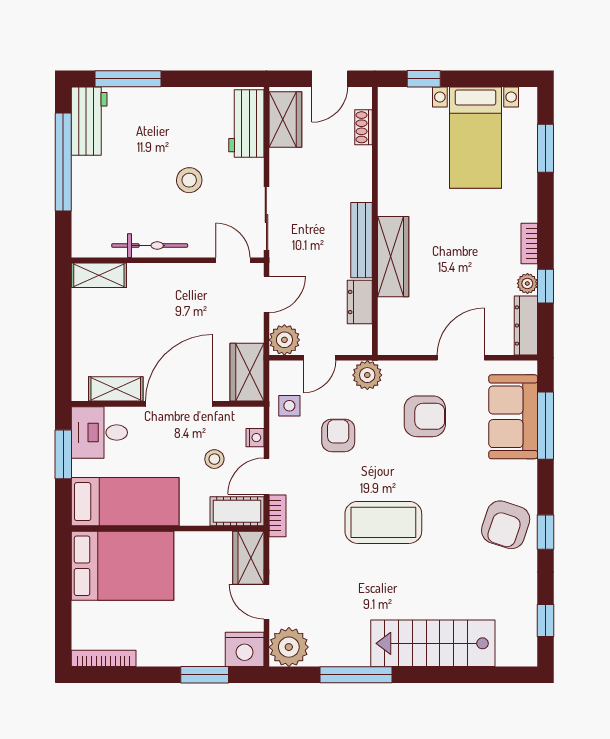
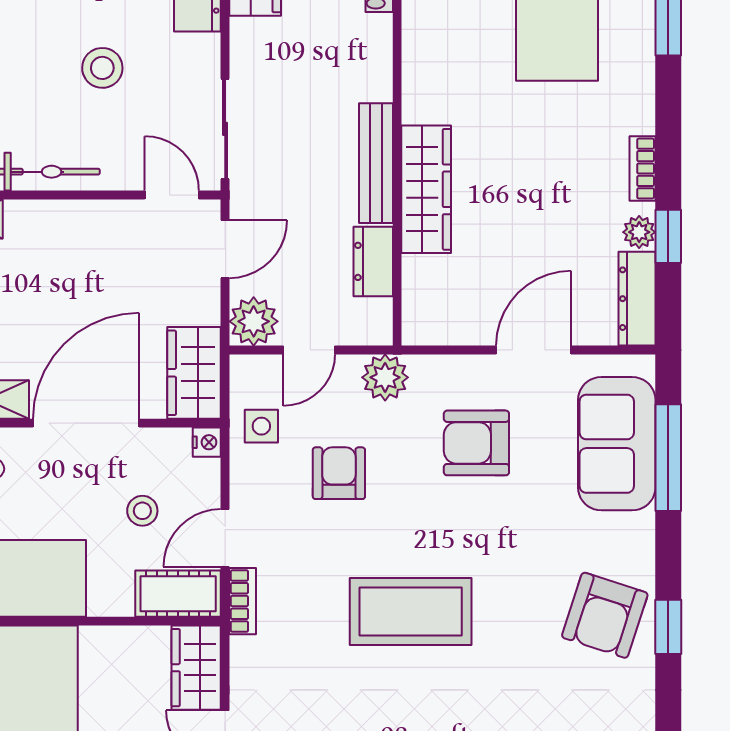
armchair: (425, 416) -> (476, 443), turned 180
nightstand: (255, 438) -> (207, 442), moved

